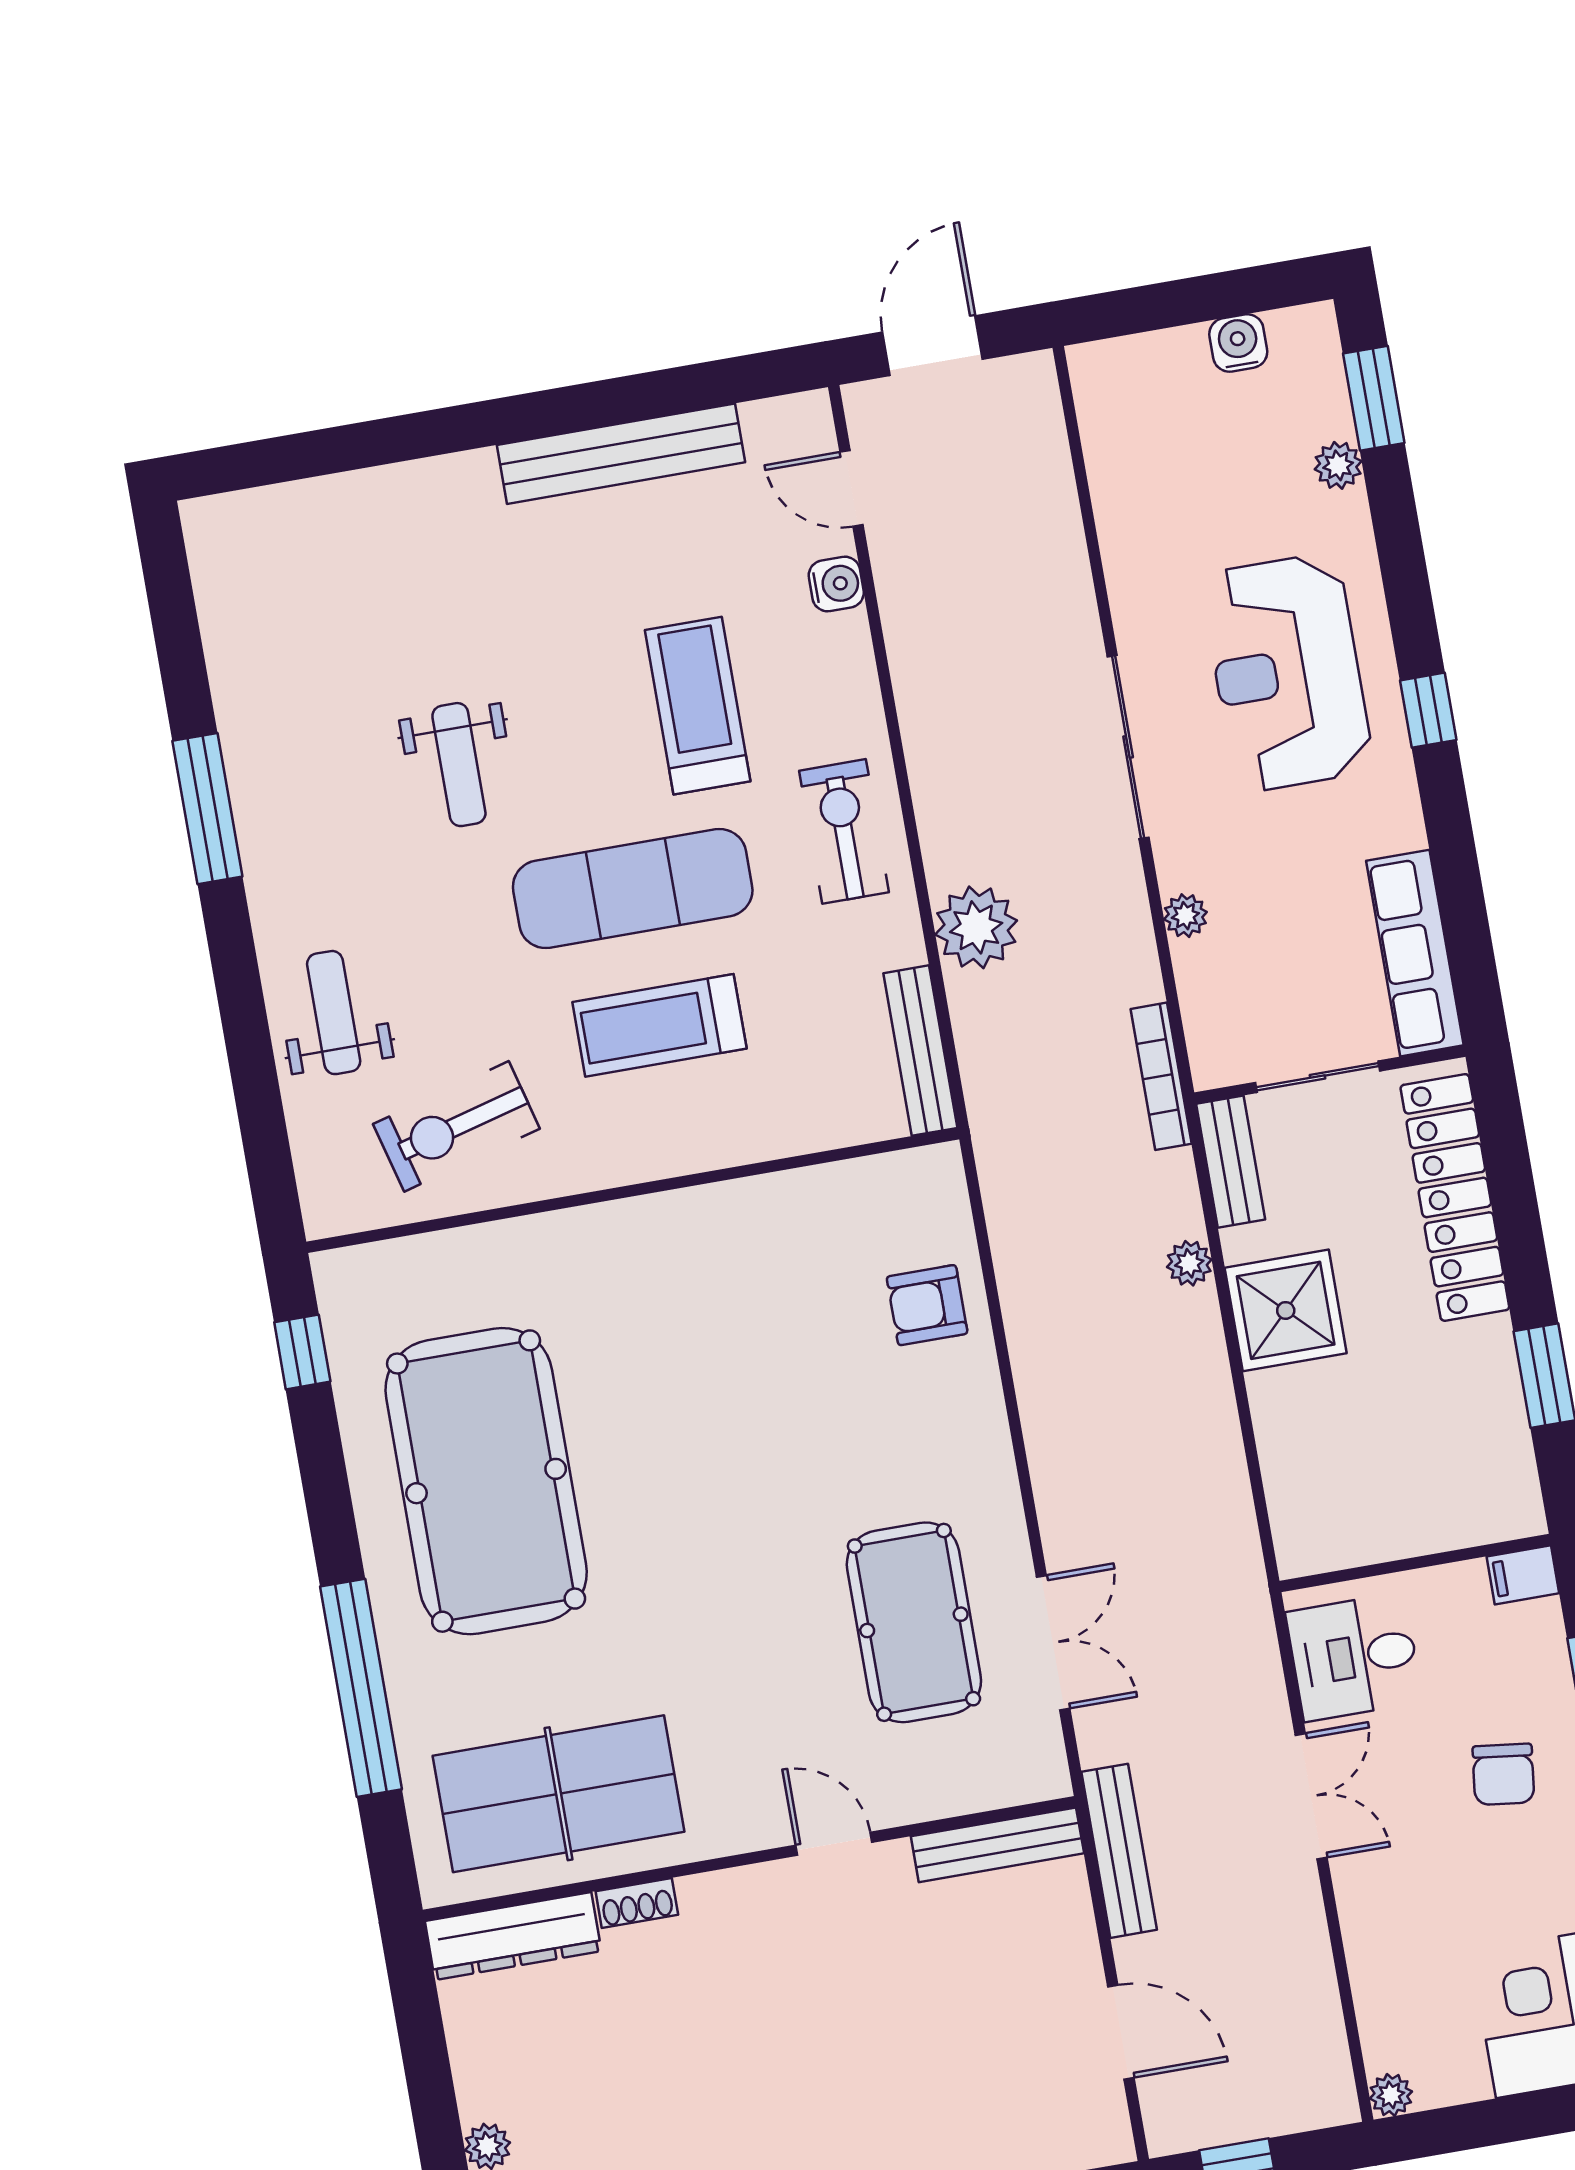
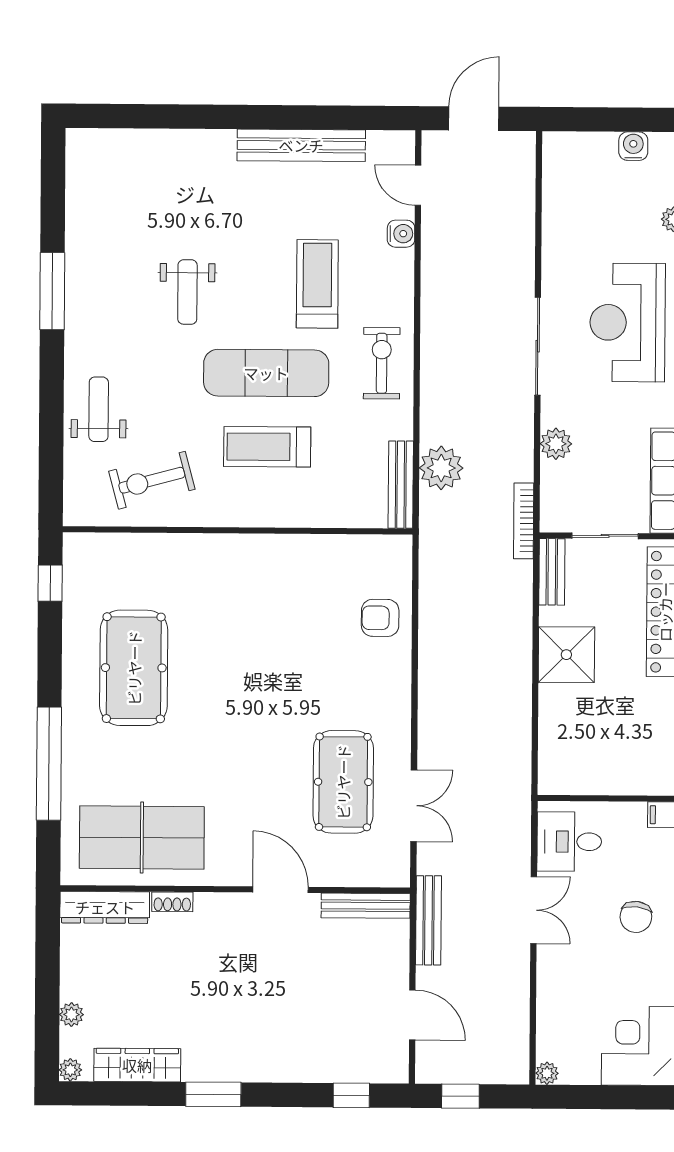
plant: (1185, 916) -> (556, 444), width x1.38, depth x1.38
plant: (976, 927) -> (441, 468), moved
plant: (1189, 1263) -> (521, 621), removed
pool table: (486, 1481) -> (134, 668), width x0.73, depth x0.76
door: (834, 1844) -> (281, 890), width x1.38

